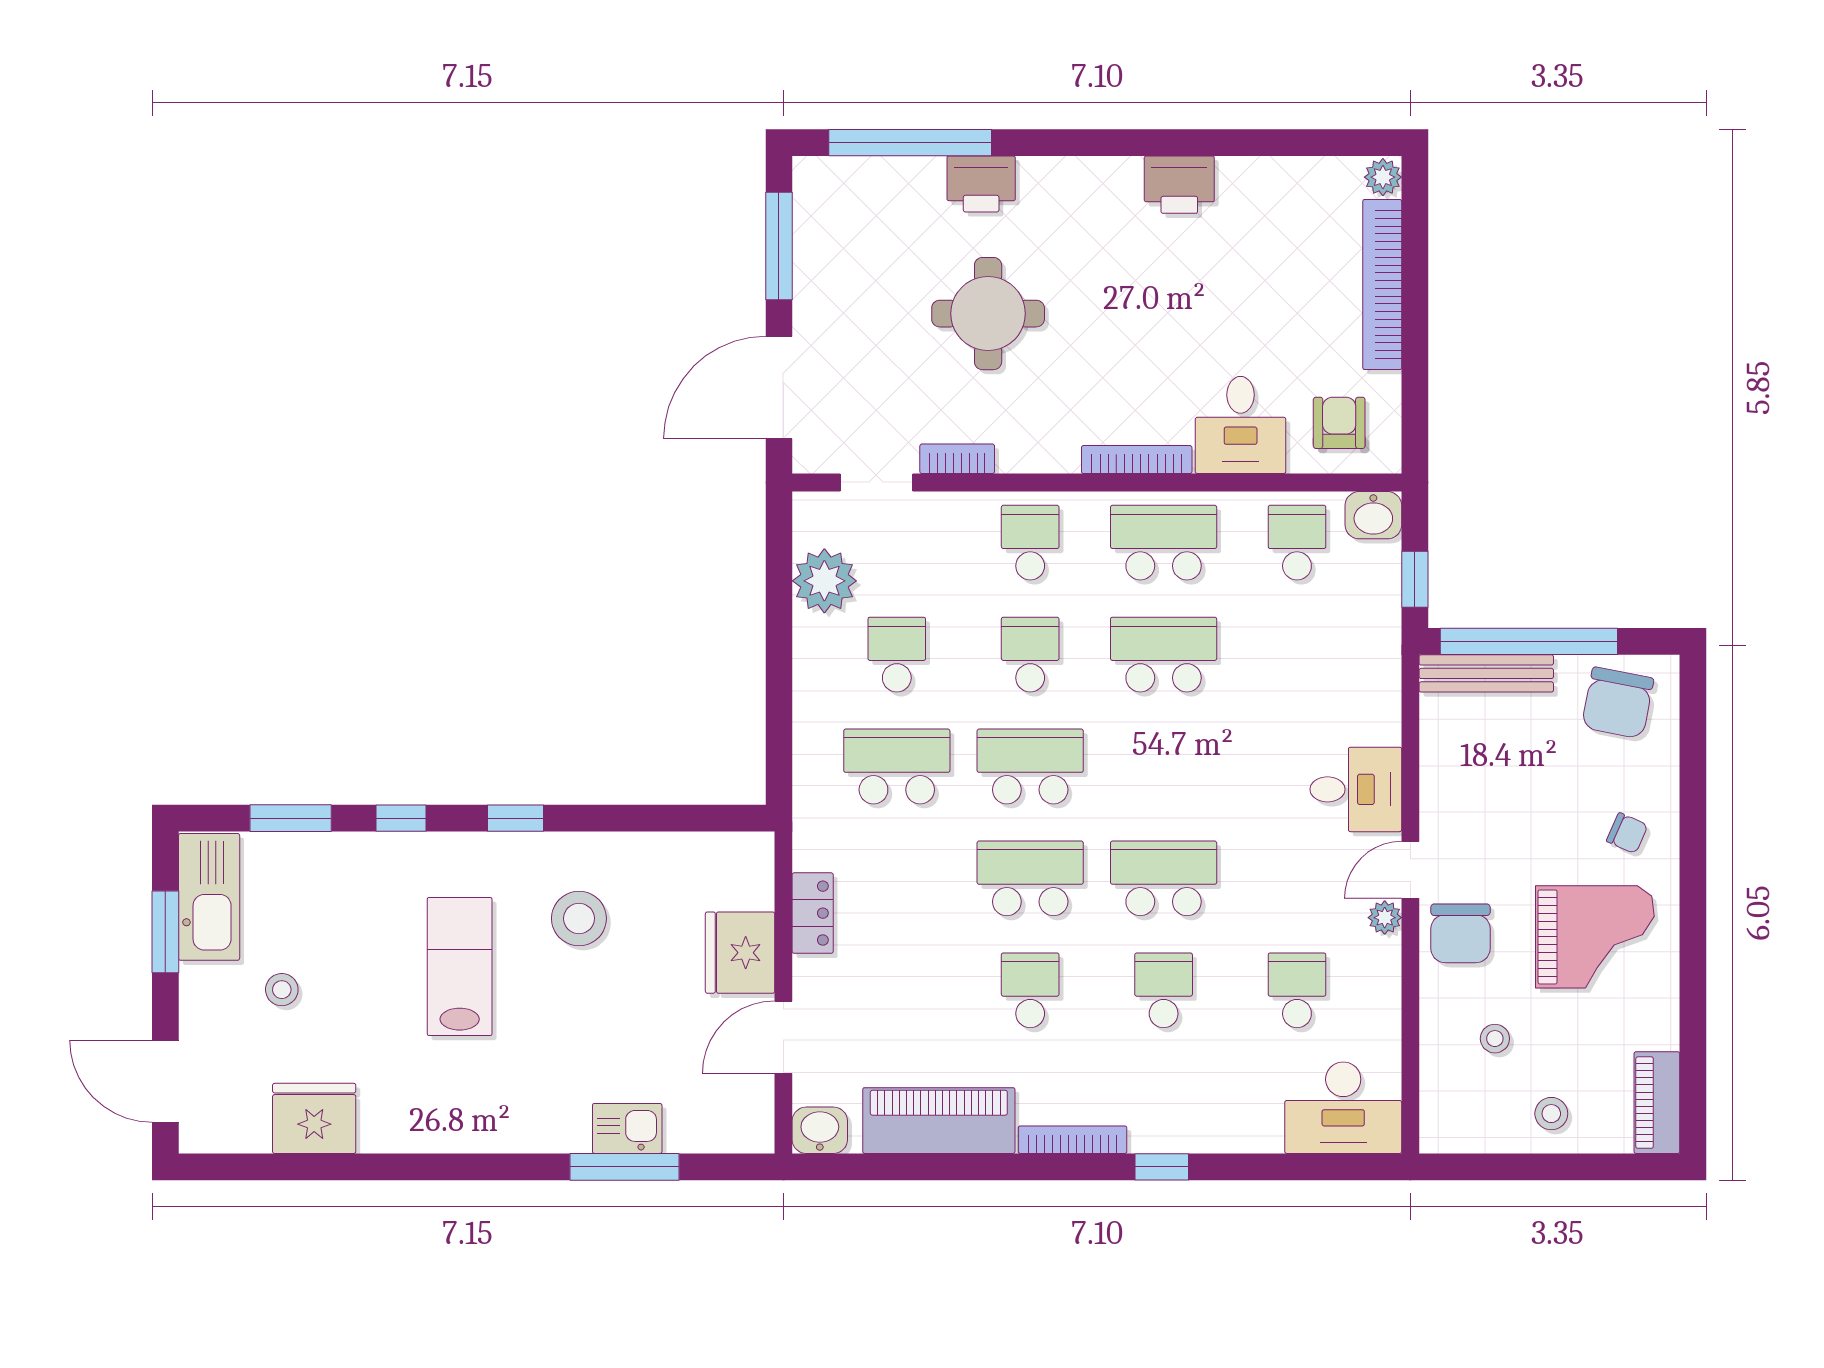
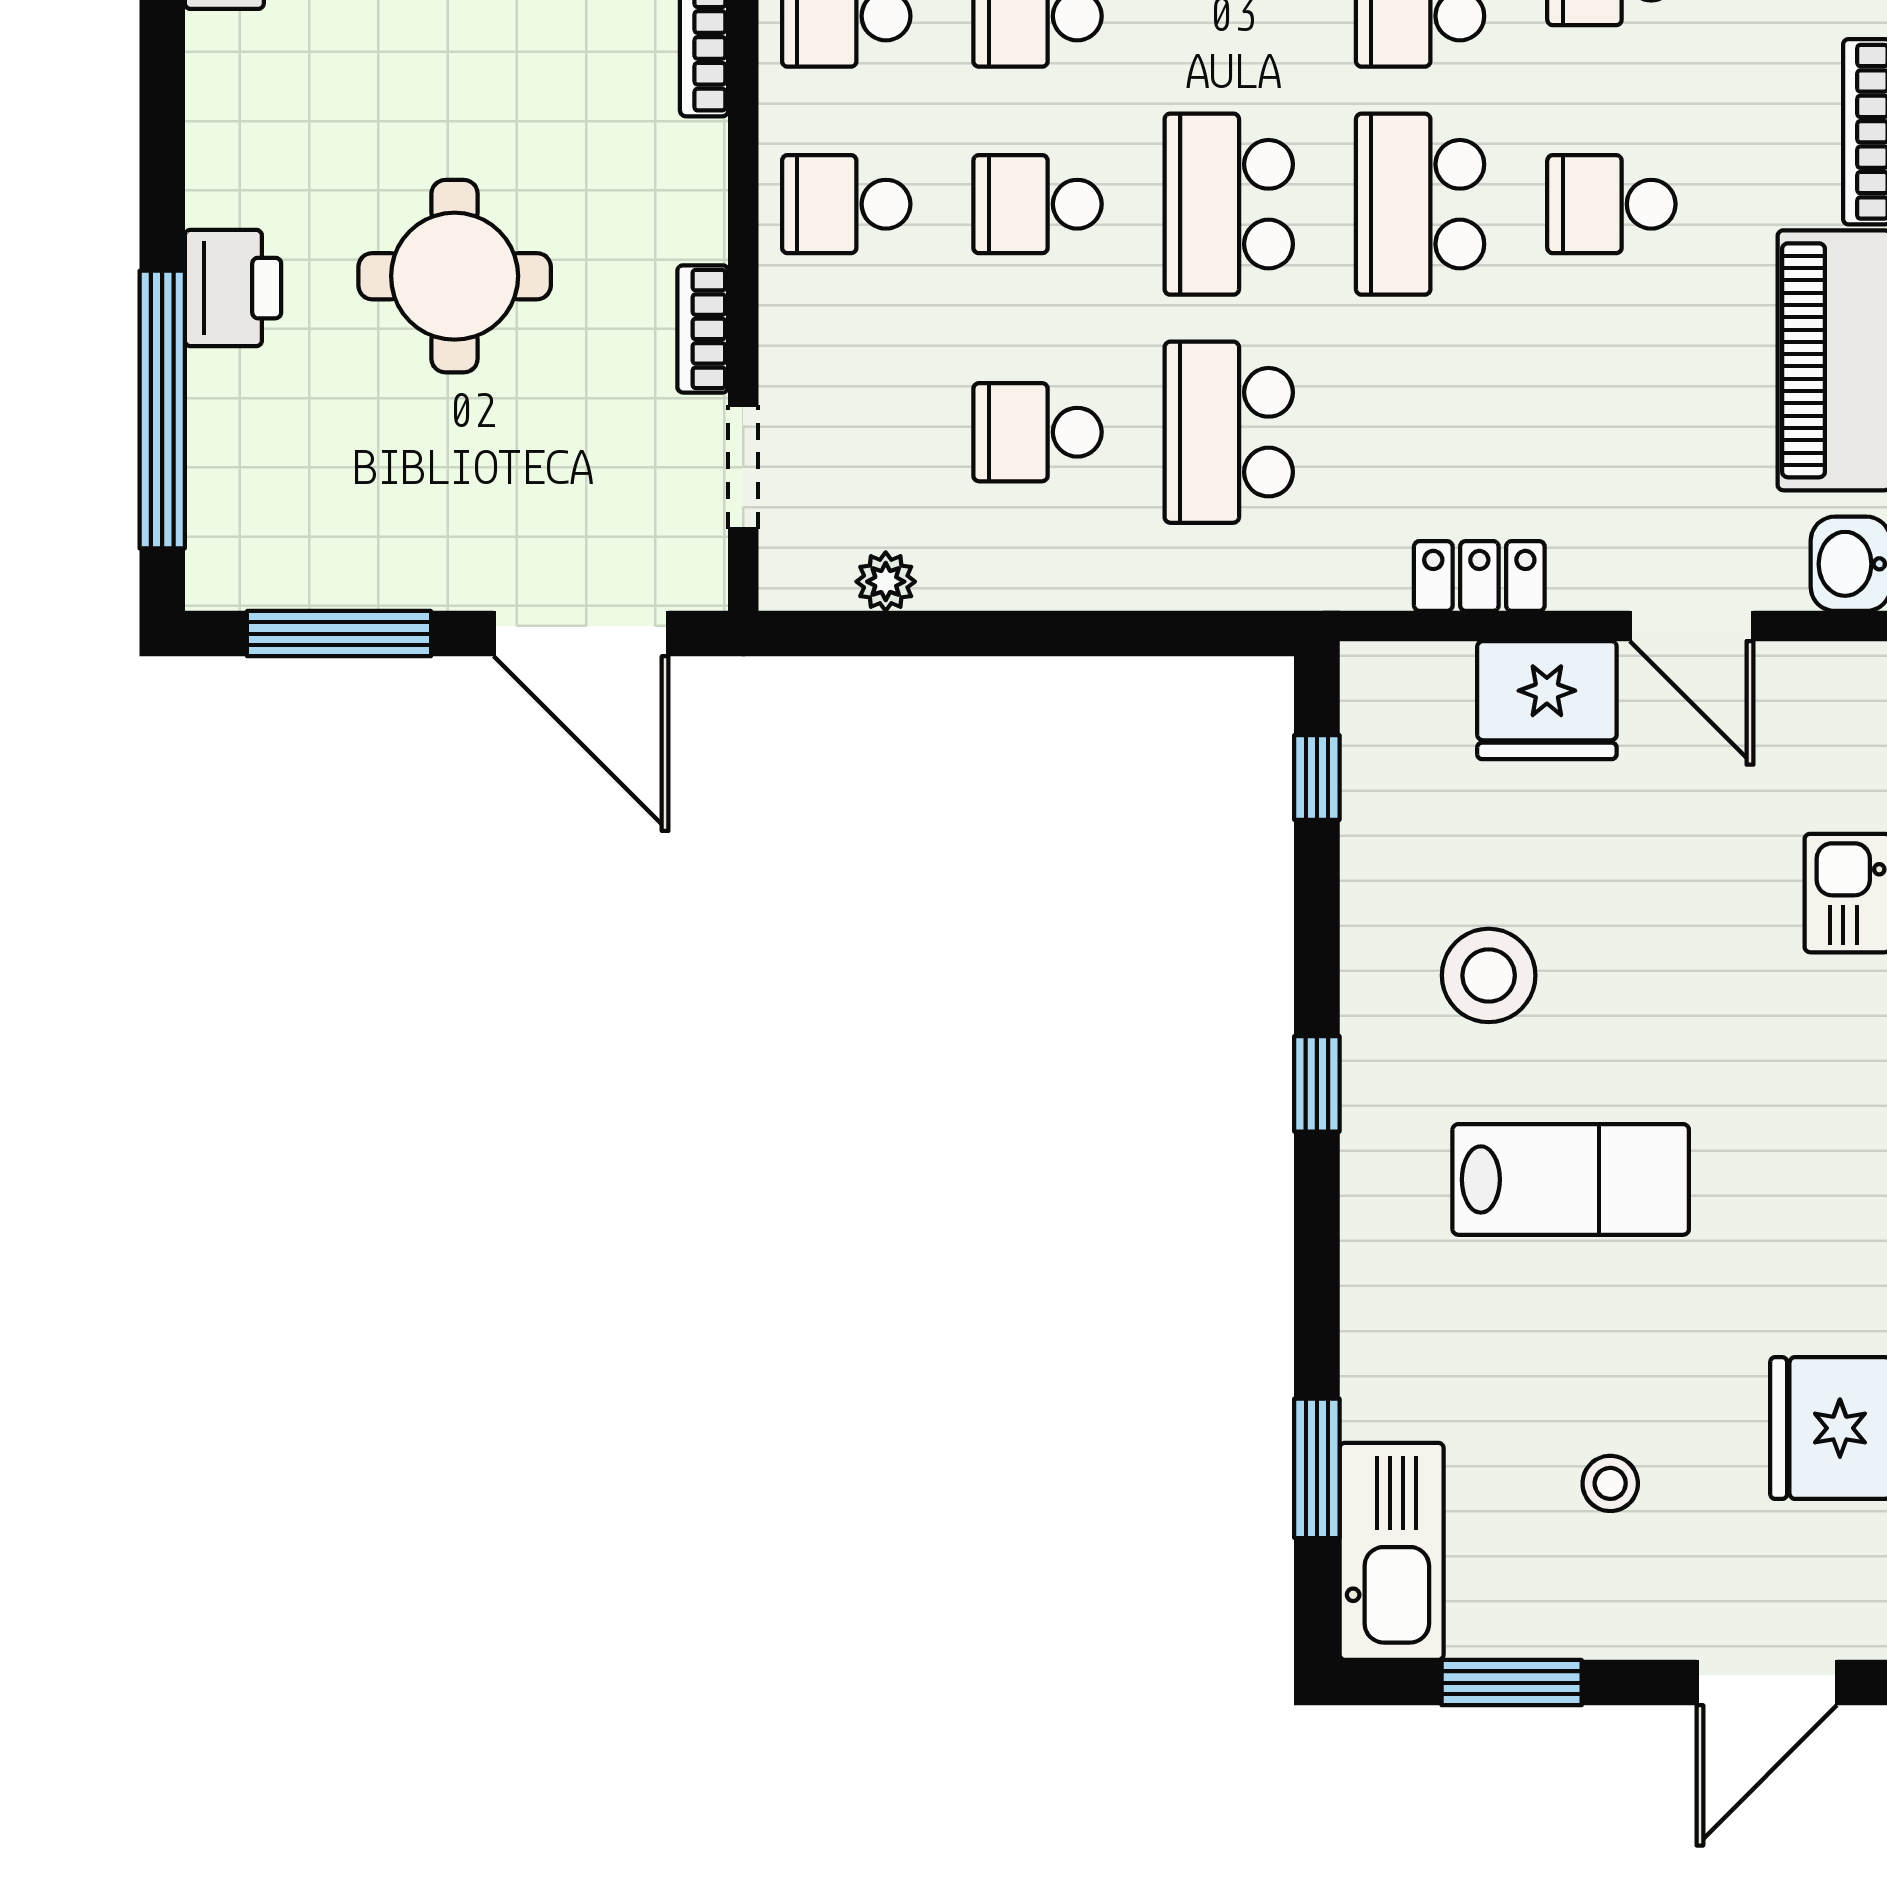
plant: (824, 581) -> (886, 582), width x0.53, depth x0.53
window: (401, 818) -> (1317, 777), moved
kitchen sink: (209, 897) -> (1392, 1551), moved, turned 90
lab bench: (460, 967) -> (1571, 1179), turned 180

